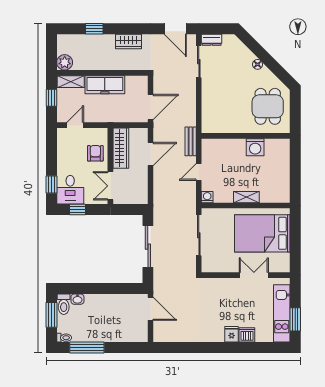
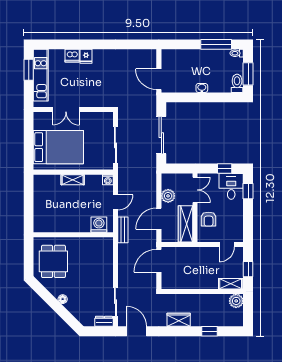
freezer: (105, 85) -> (200, 281), removed
washing machine: (255, 147) -> (99, 225), moved
plant: (140, 179) -> (168, 196), added
washbasin: (77, 299) -> (202, 88), moved

